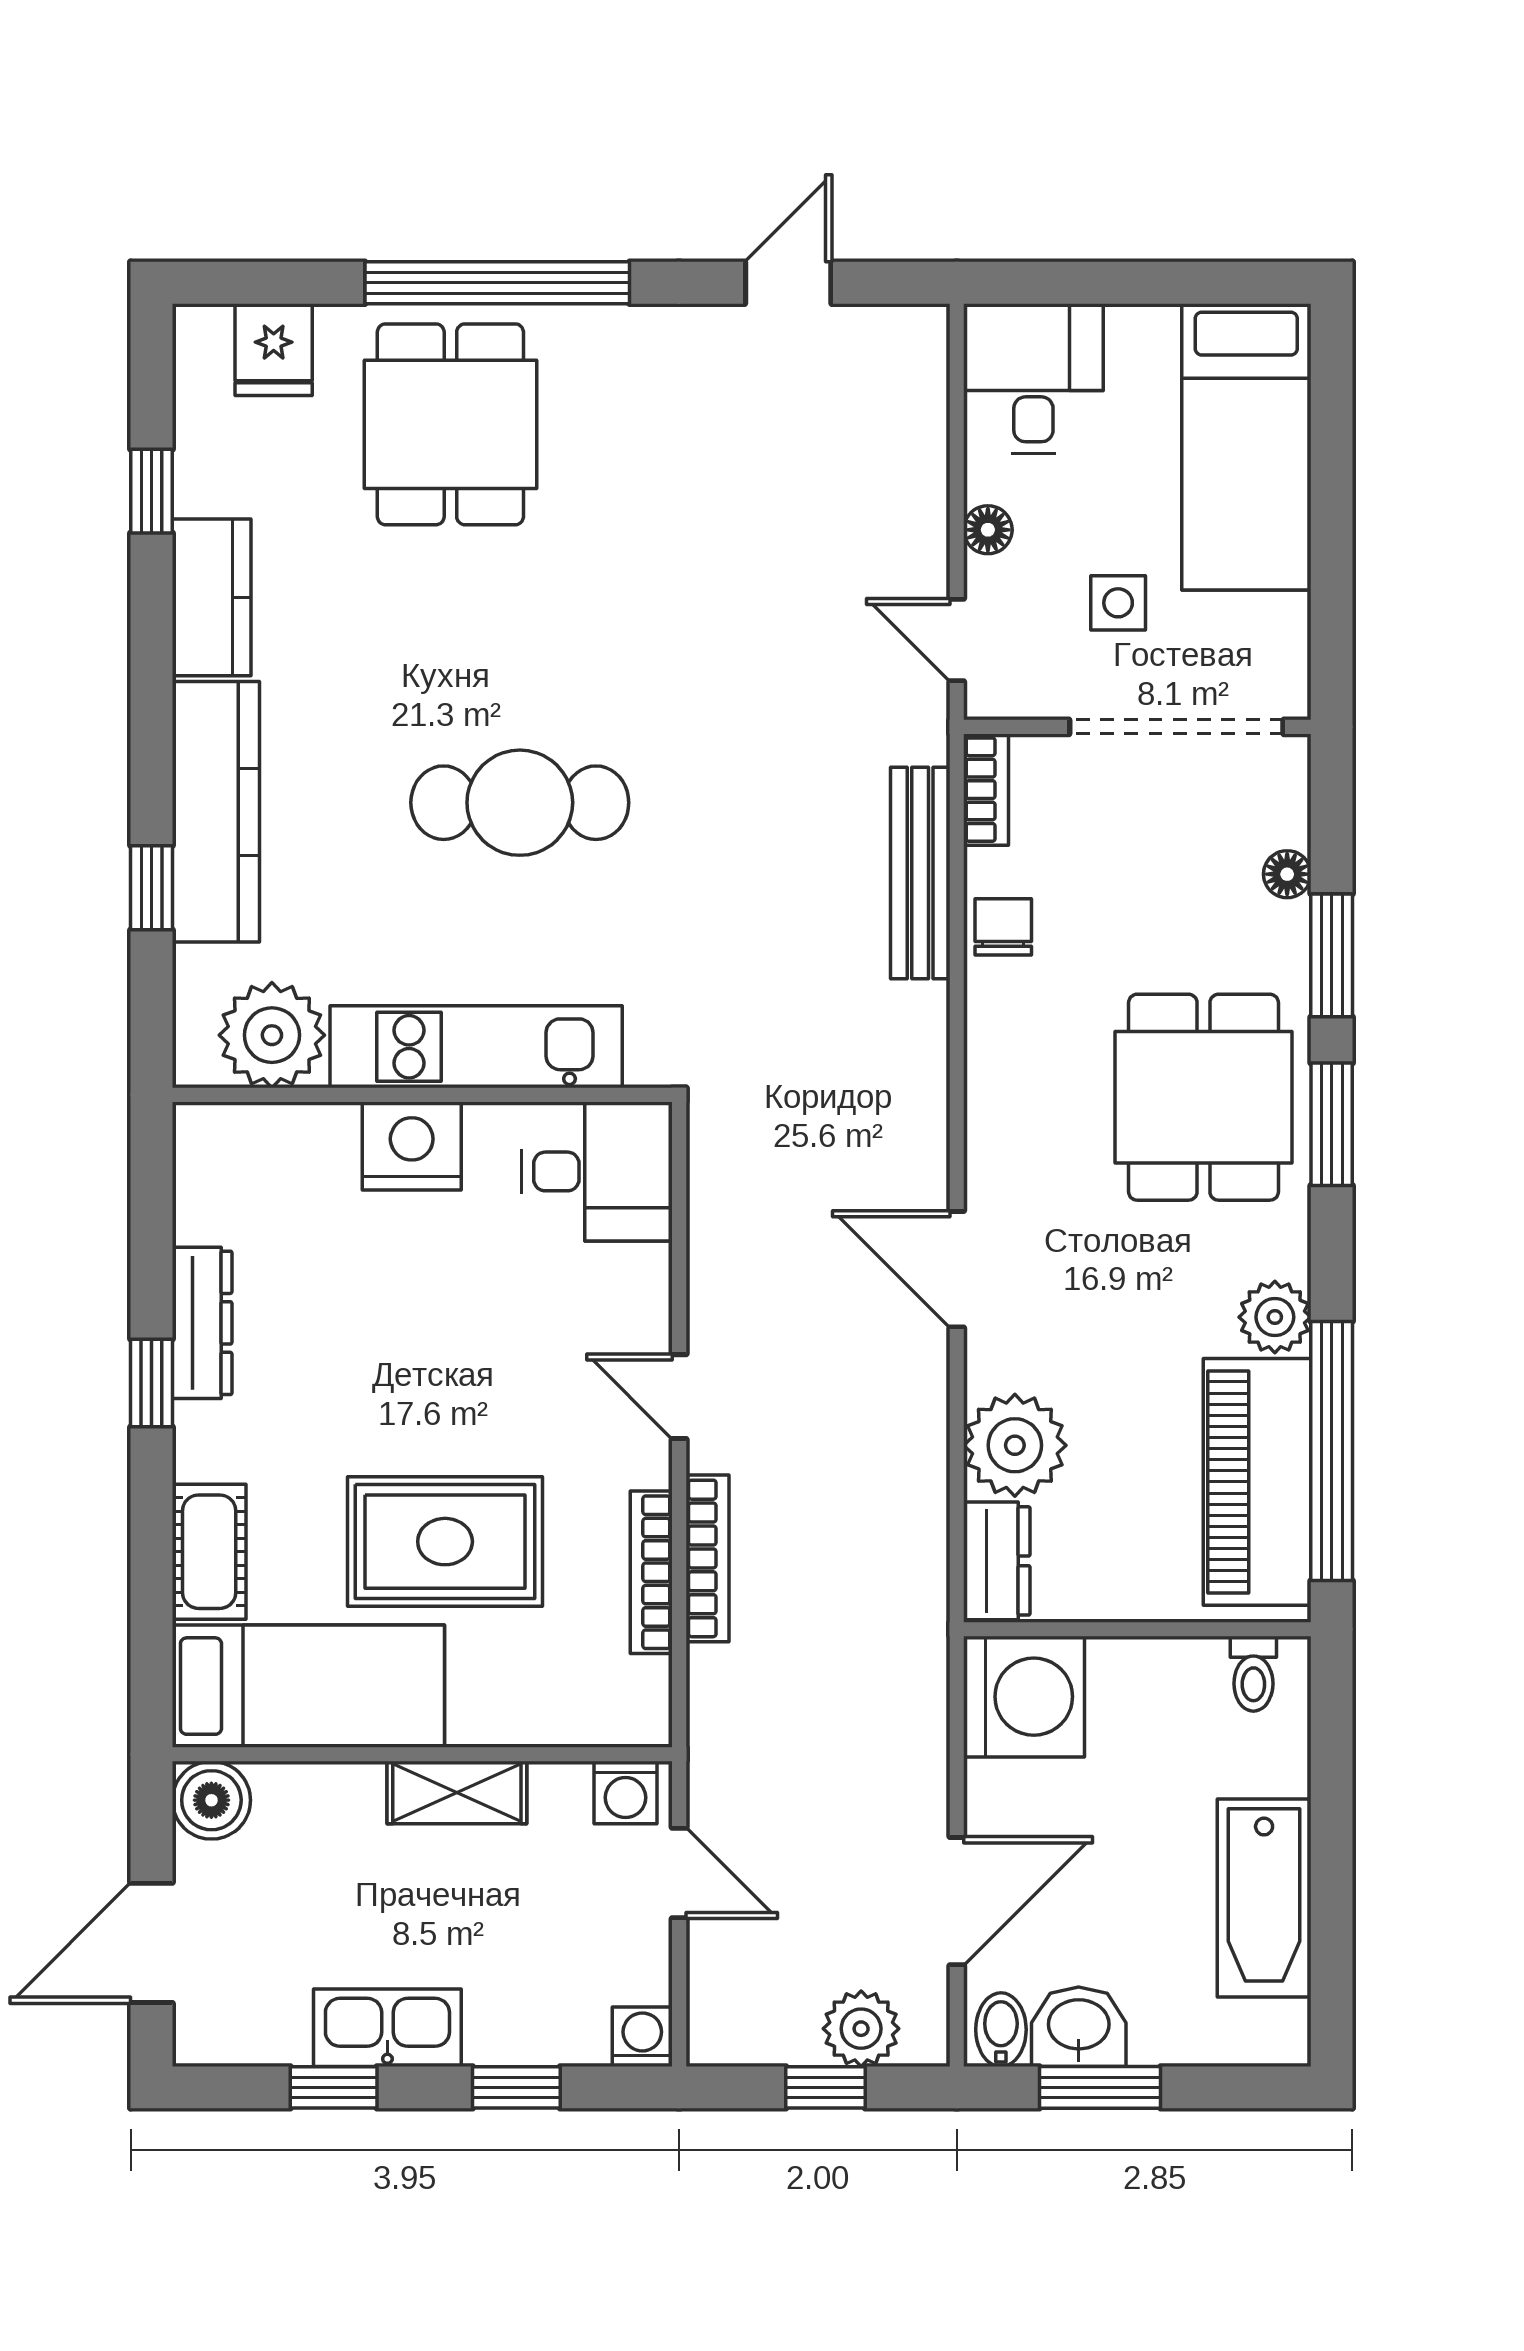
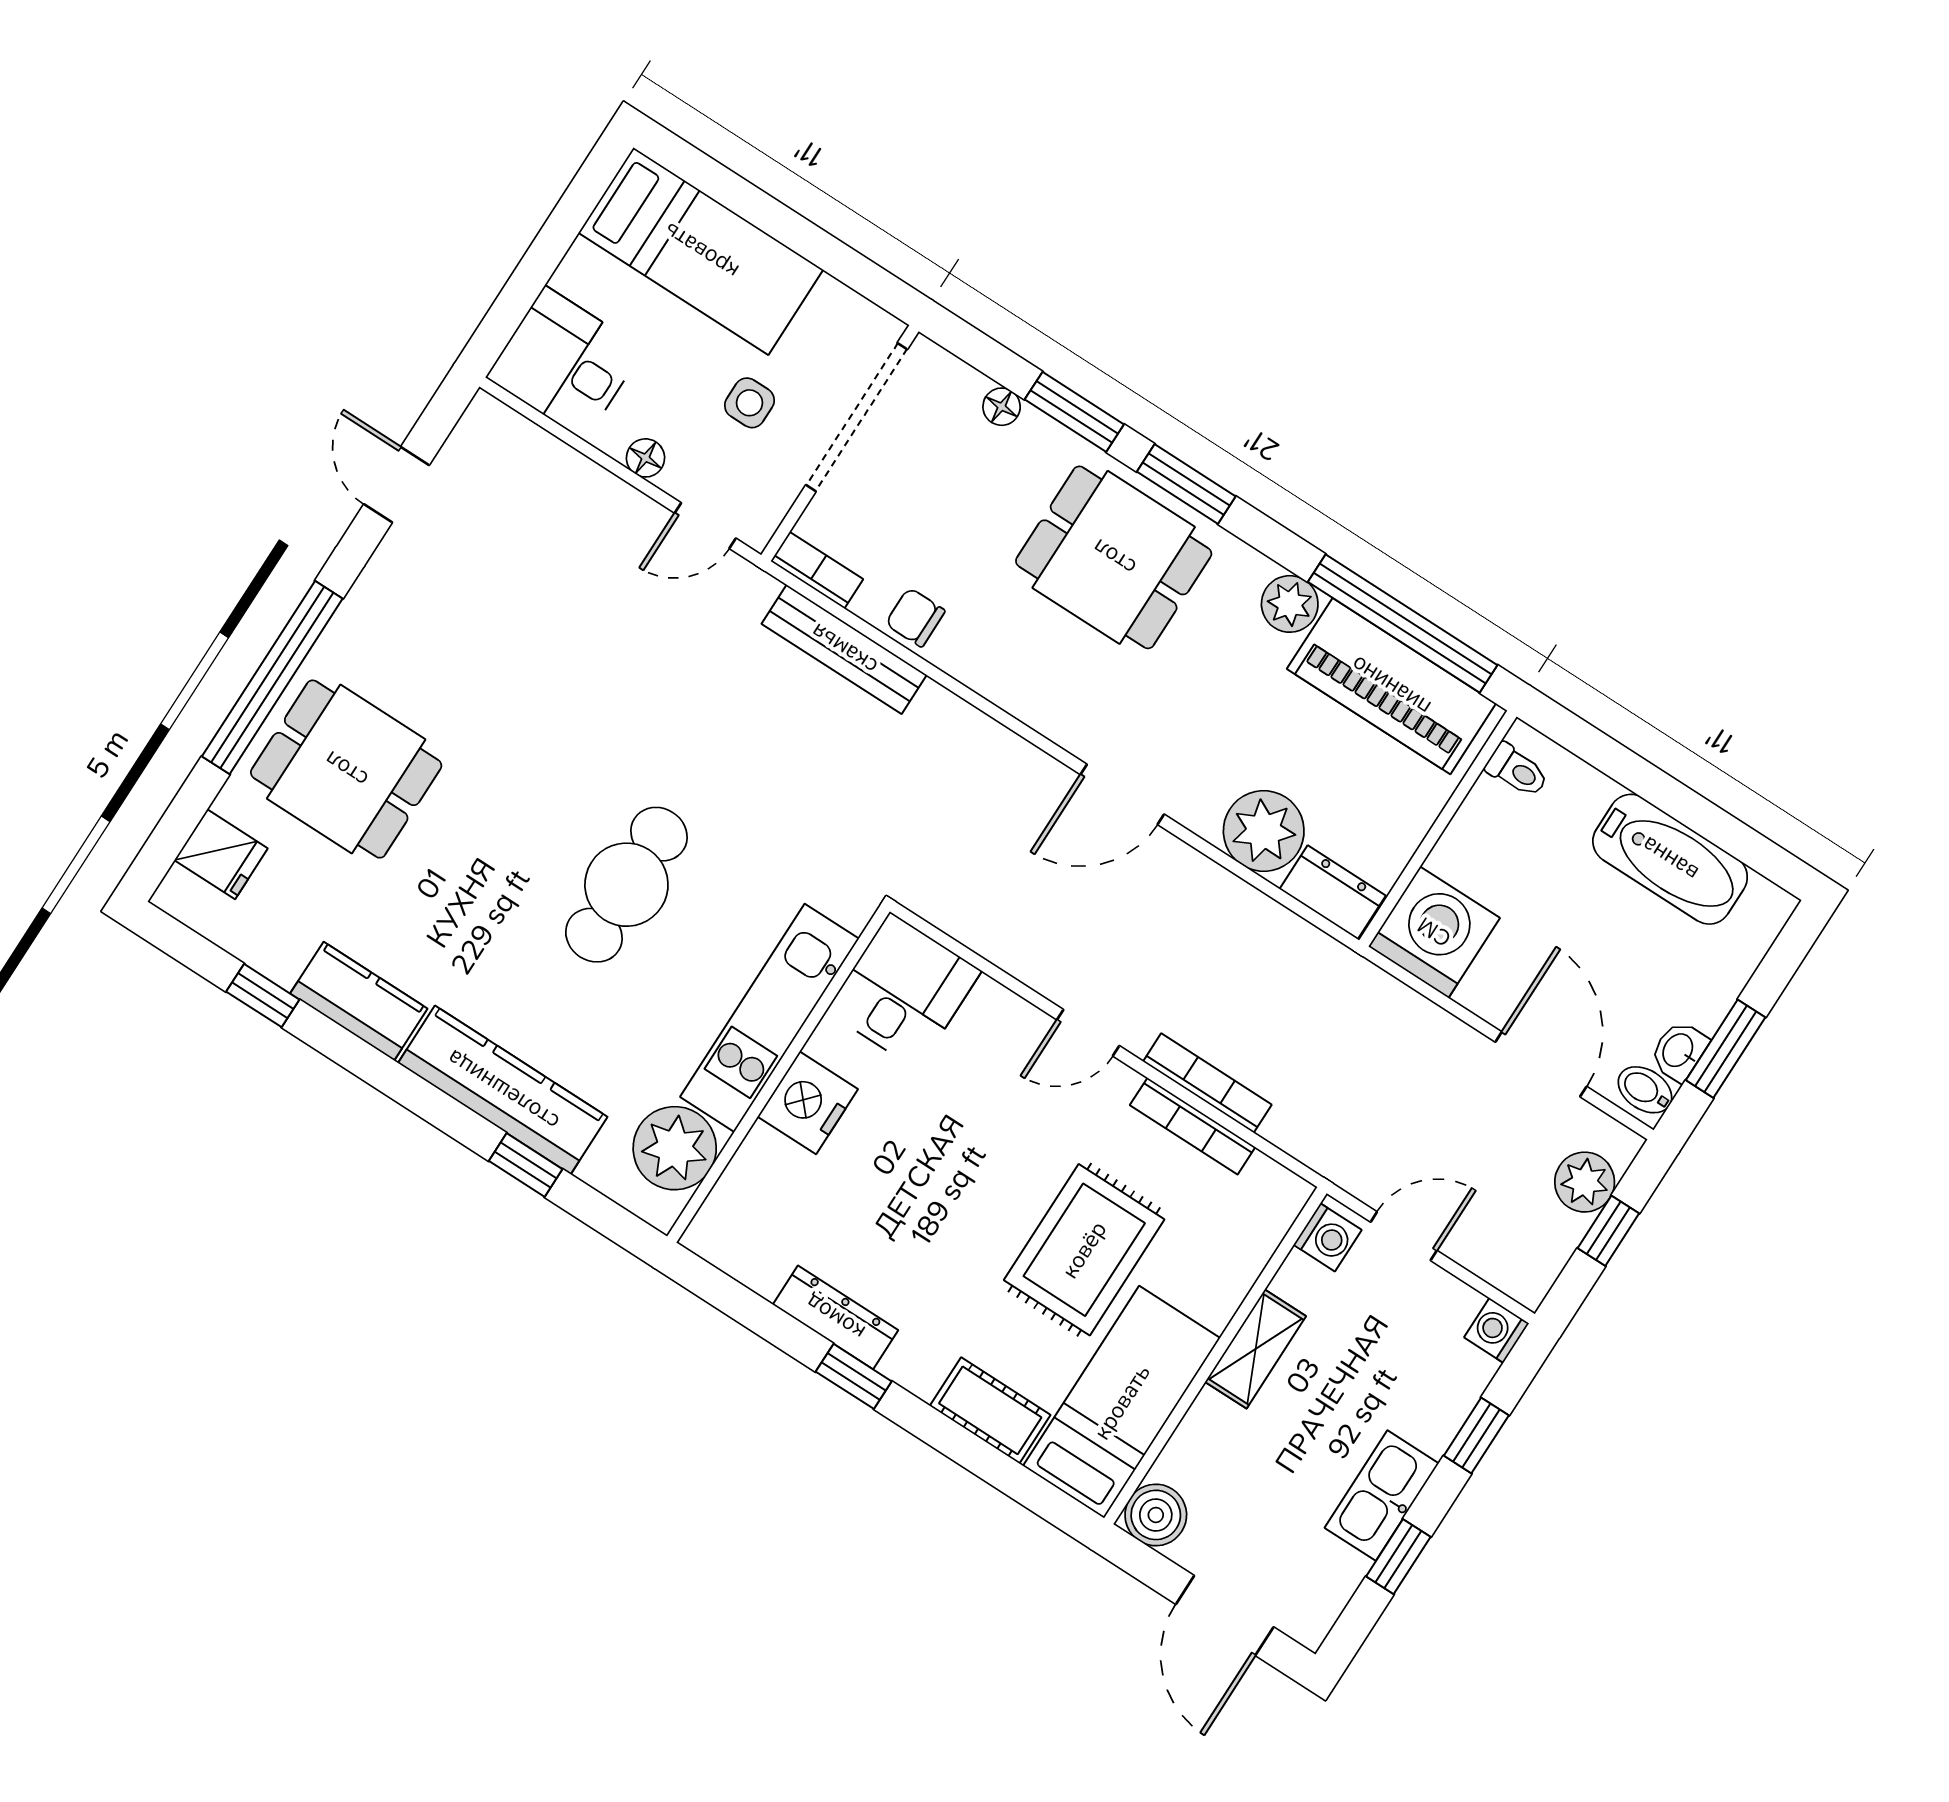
washbasin: (1079, 2027) -> (1679, 1051), width x0.72, depth x0.69

